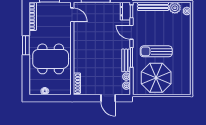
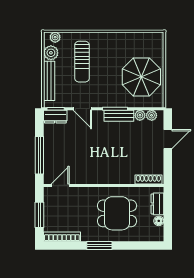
door: (132, 32) -> (82, 109), hinge flipped
sun lounger: (156, 51) -> (82, 62), moved
dining table: (51, 59) -> (117, 213), width x0.73
dresser: (58, 90) -> (157, 204), added

